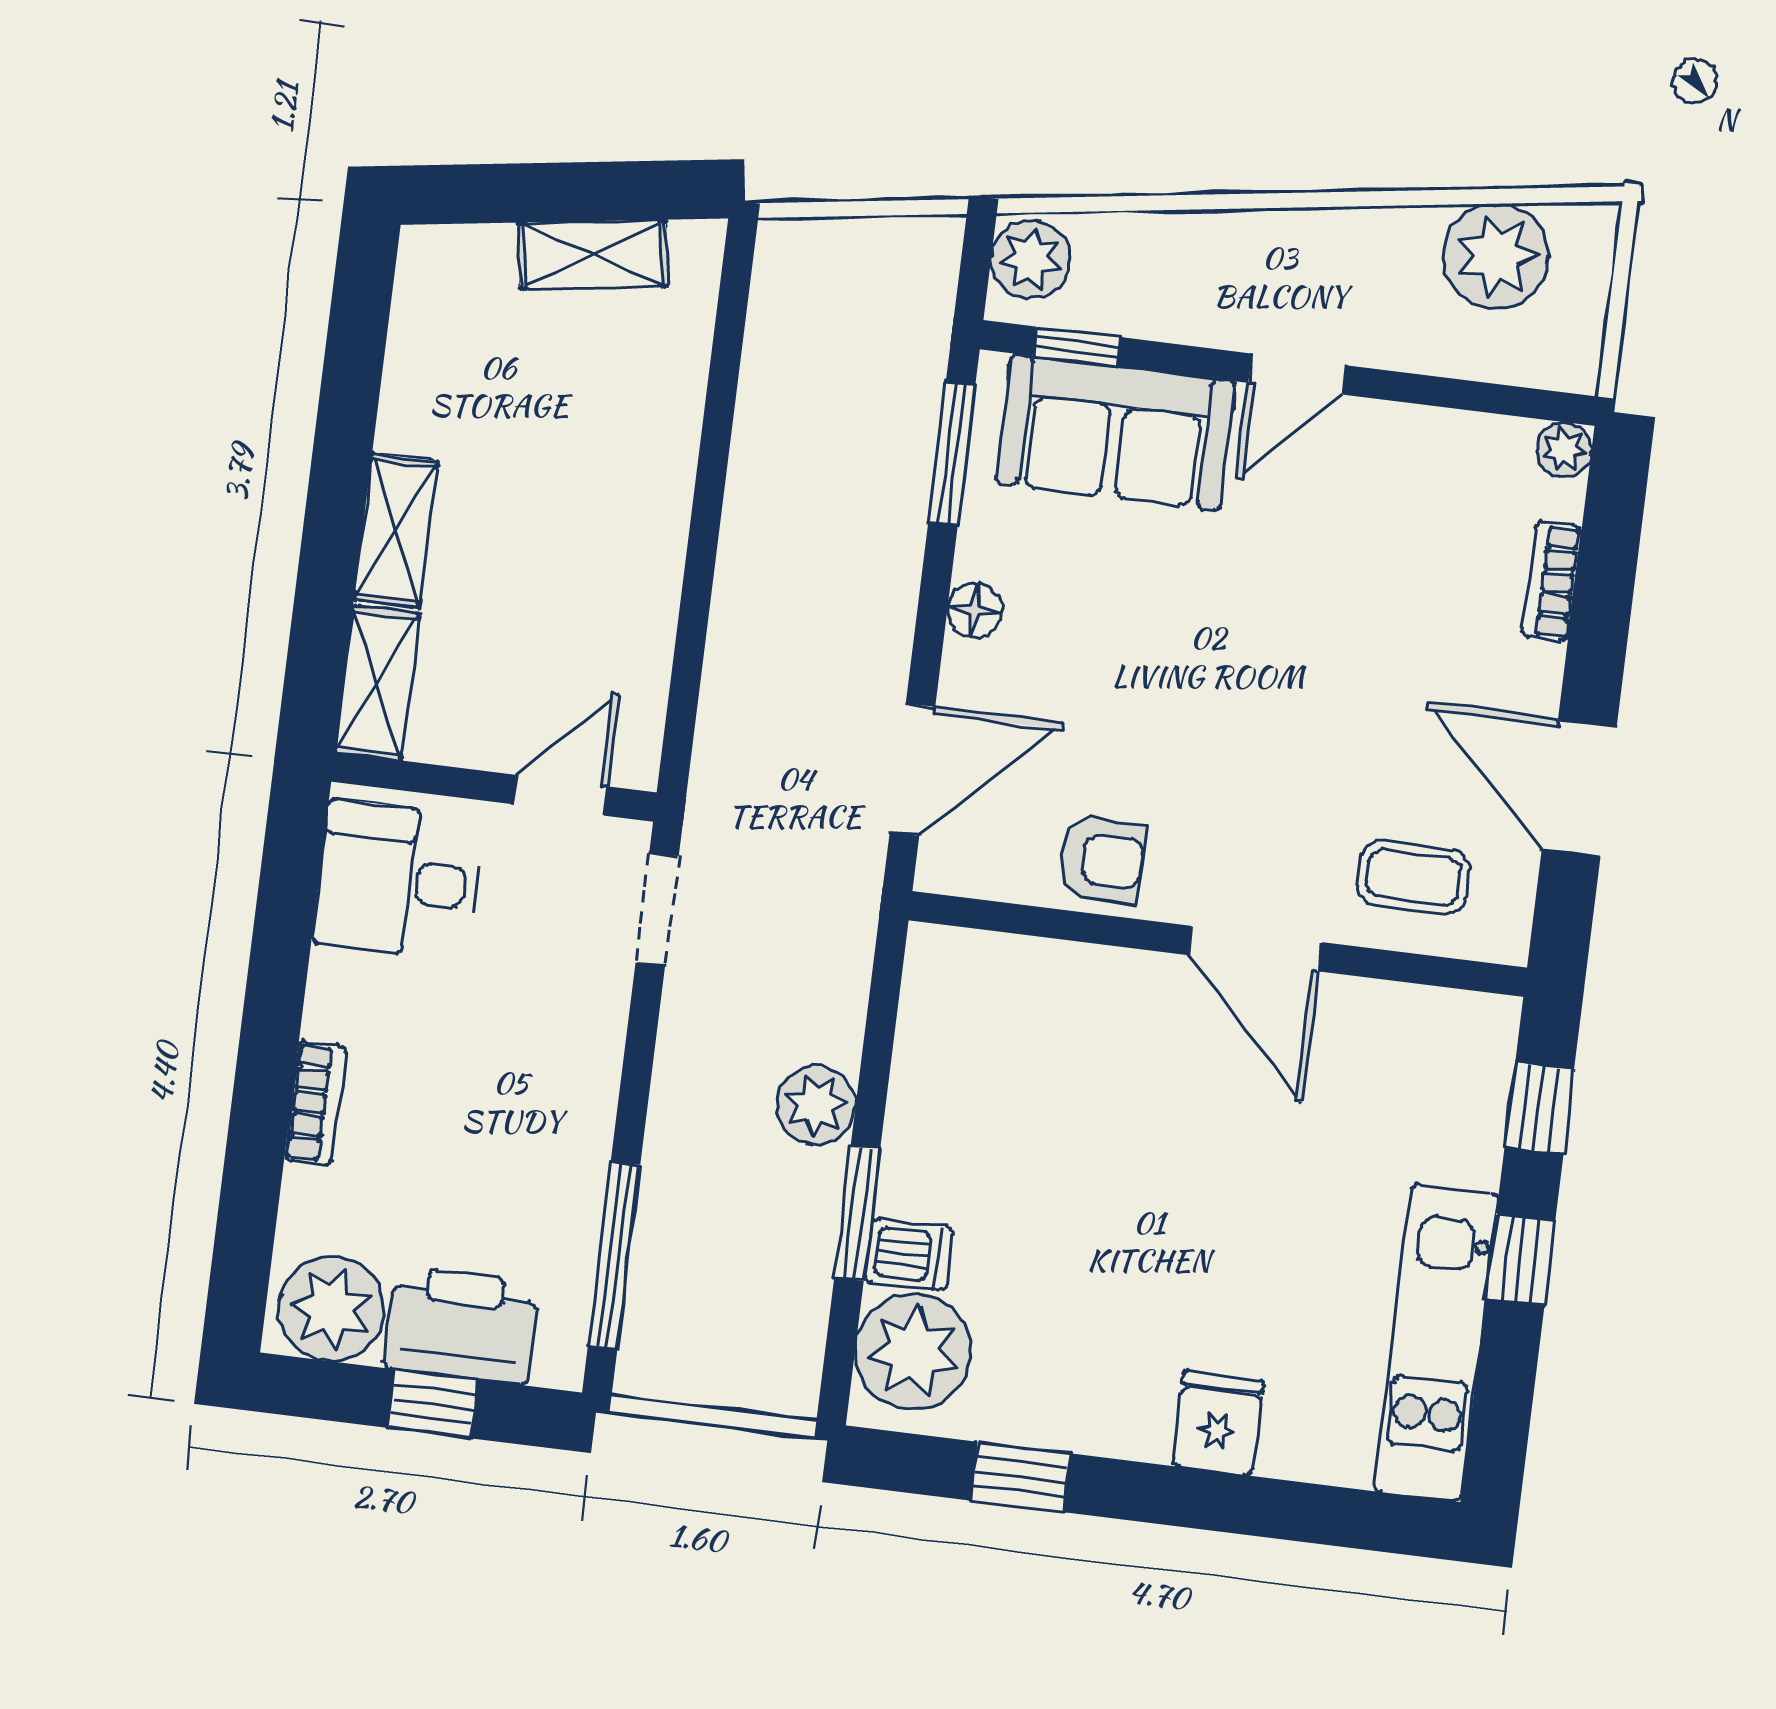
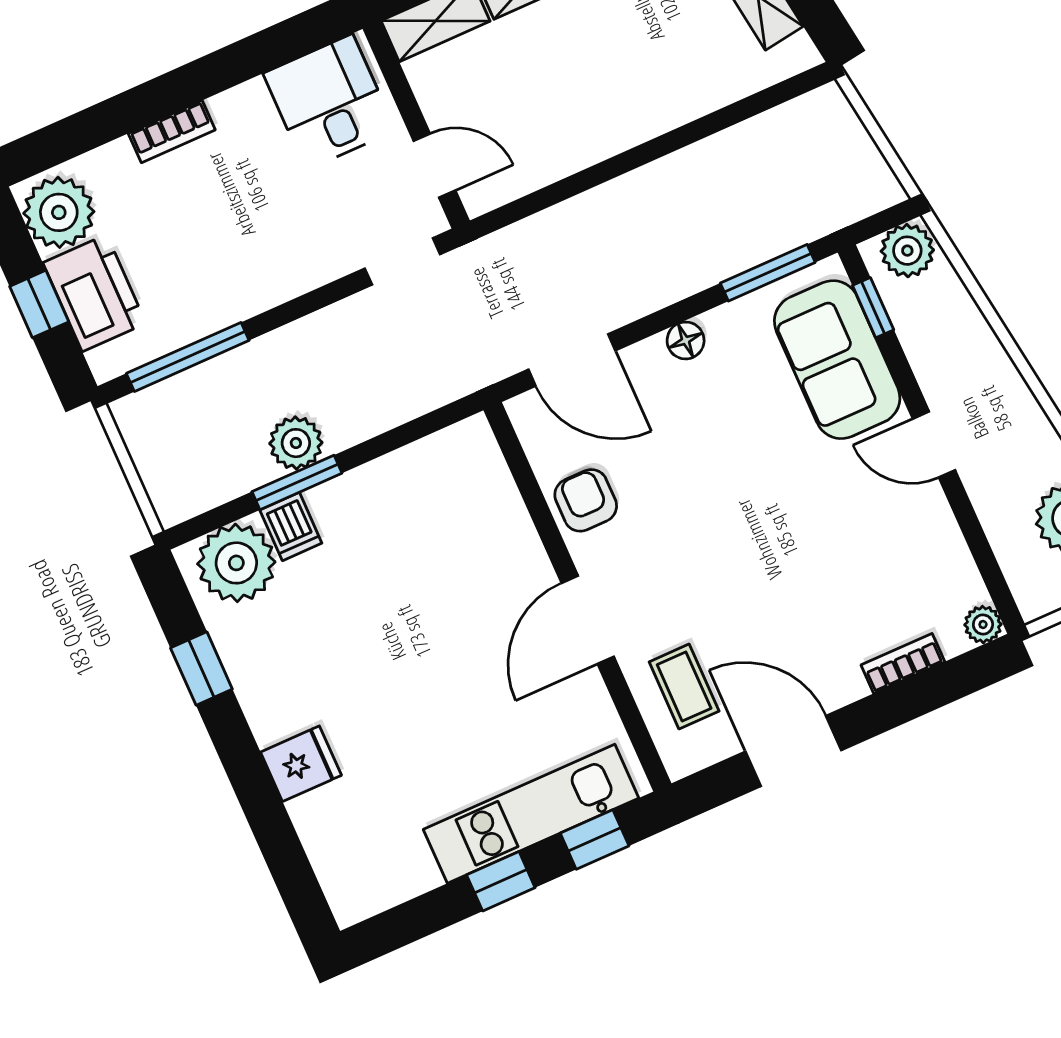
door: (1579, 788) -> (793, 751), hinge flipped
armchair: (1101, 860) -> (586, 500), turned 180
plant: (816, 1105) -> (296, 443), moved
kitchen unit: (1436, 1342) -> (531, 814), moved

